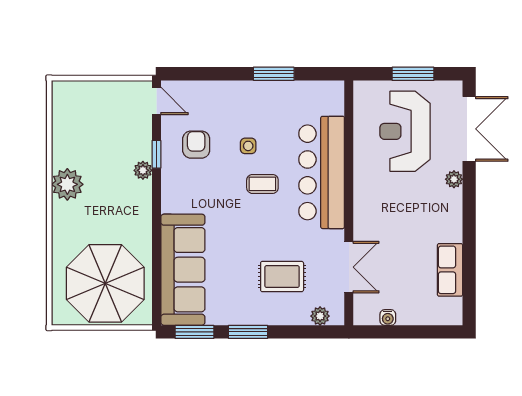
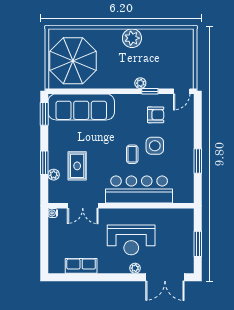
reception desk: (405, 131) -> (131, 240), moved, turned 180
side table: (248, 146) -> (155, 146), width x1.87, depth x1.87
plant: (320, 316) -> (54, 175), moved
water cooler: (388, 317) -> (53, 213), moved
window: (248, 332) -> (44, 163), moved

